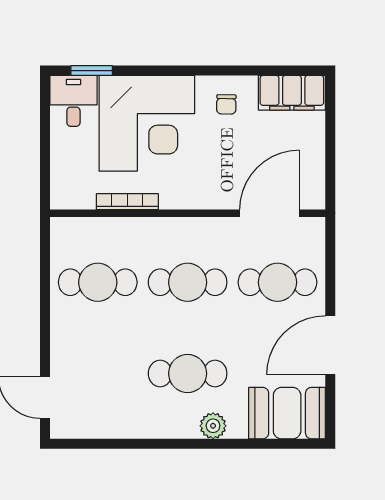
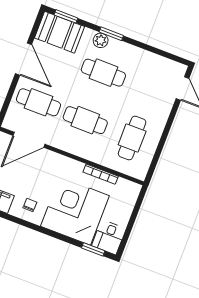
cafe table: (98, 282) -> (132, 138), turned 90
door: (330, 345) -> (24, 59), hinge flipped
window: (199, 444) -> (111, 34), added
window: (286, 444) -> (66, 16), added

